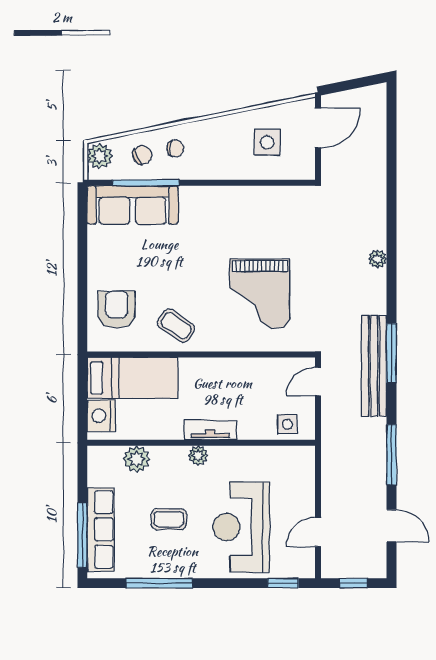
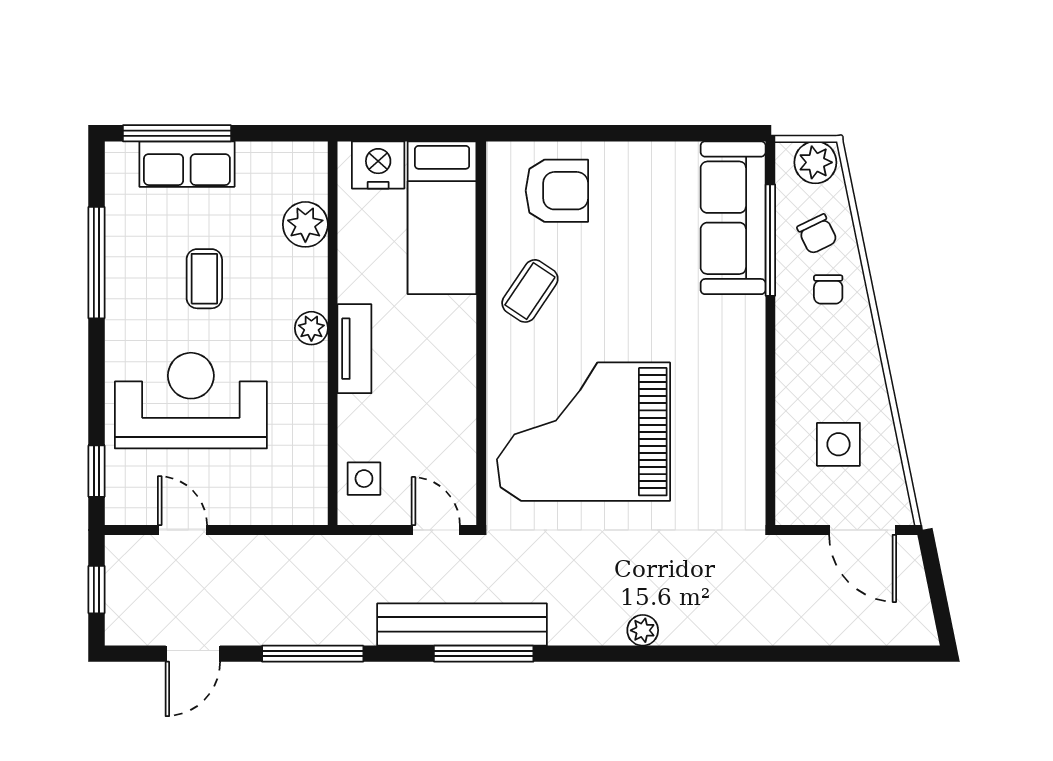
grand piano: (260, 294) -> (584, 432), width x1.37, depth x1.48
row of seats: (101, 529) -> (187, 164), width x0.68

